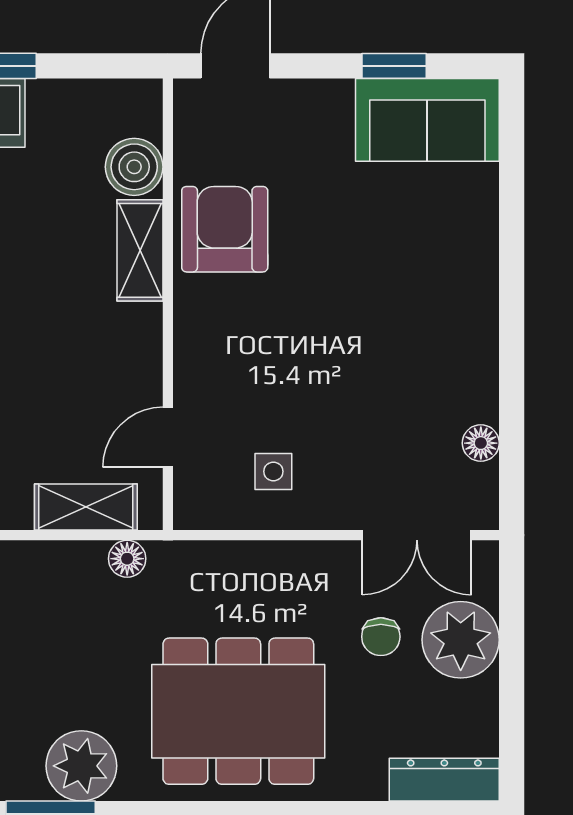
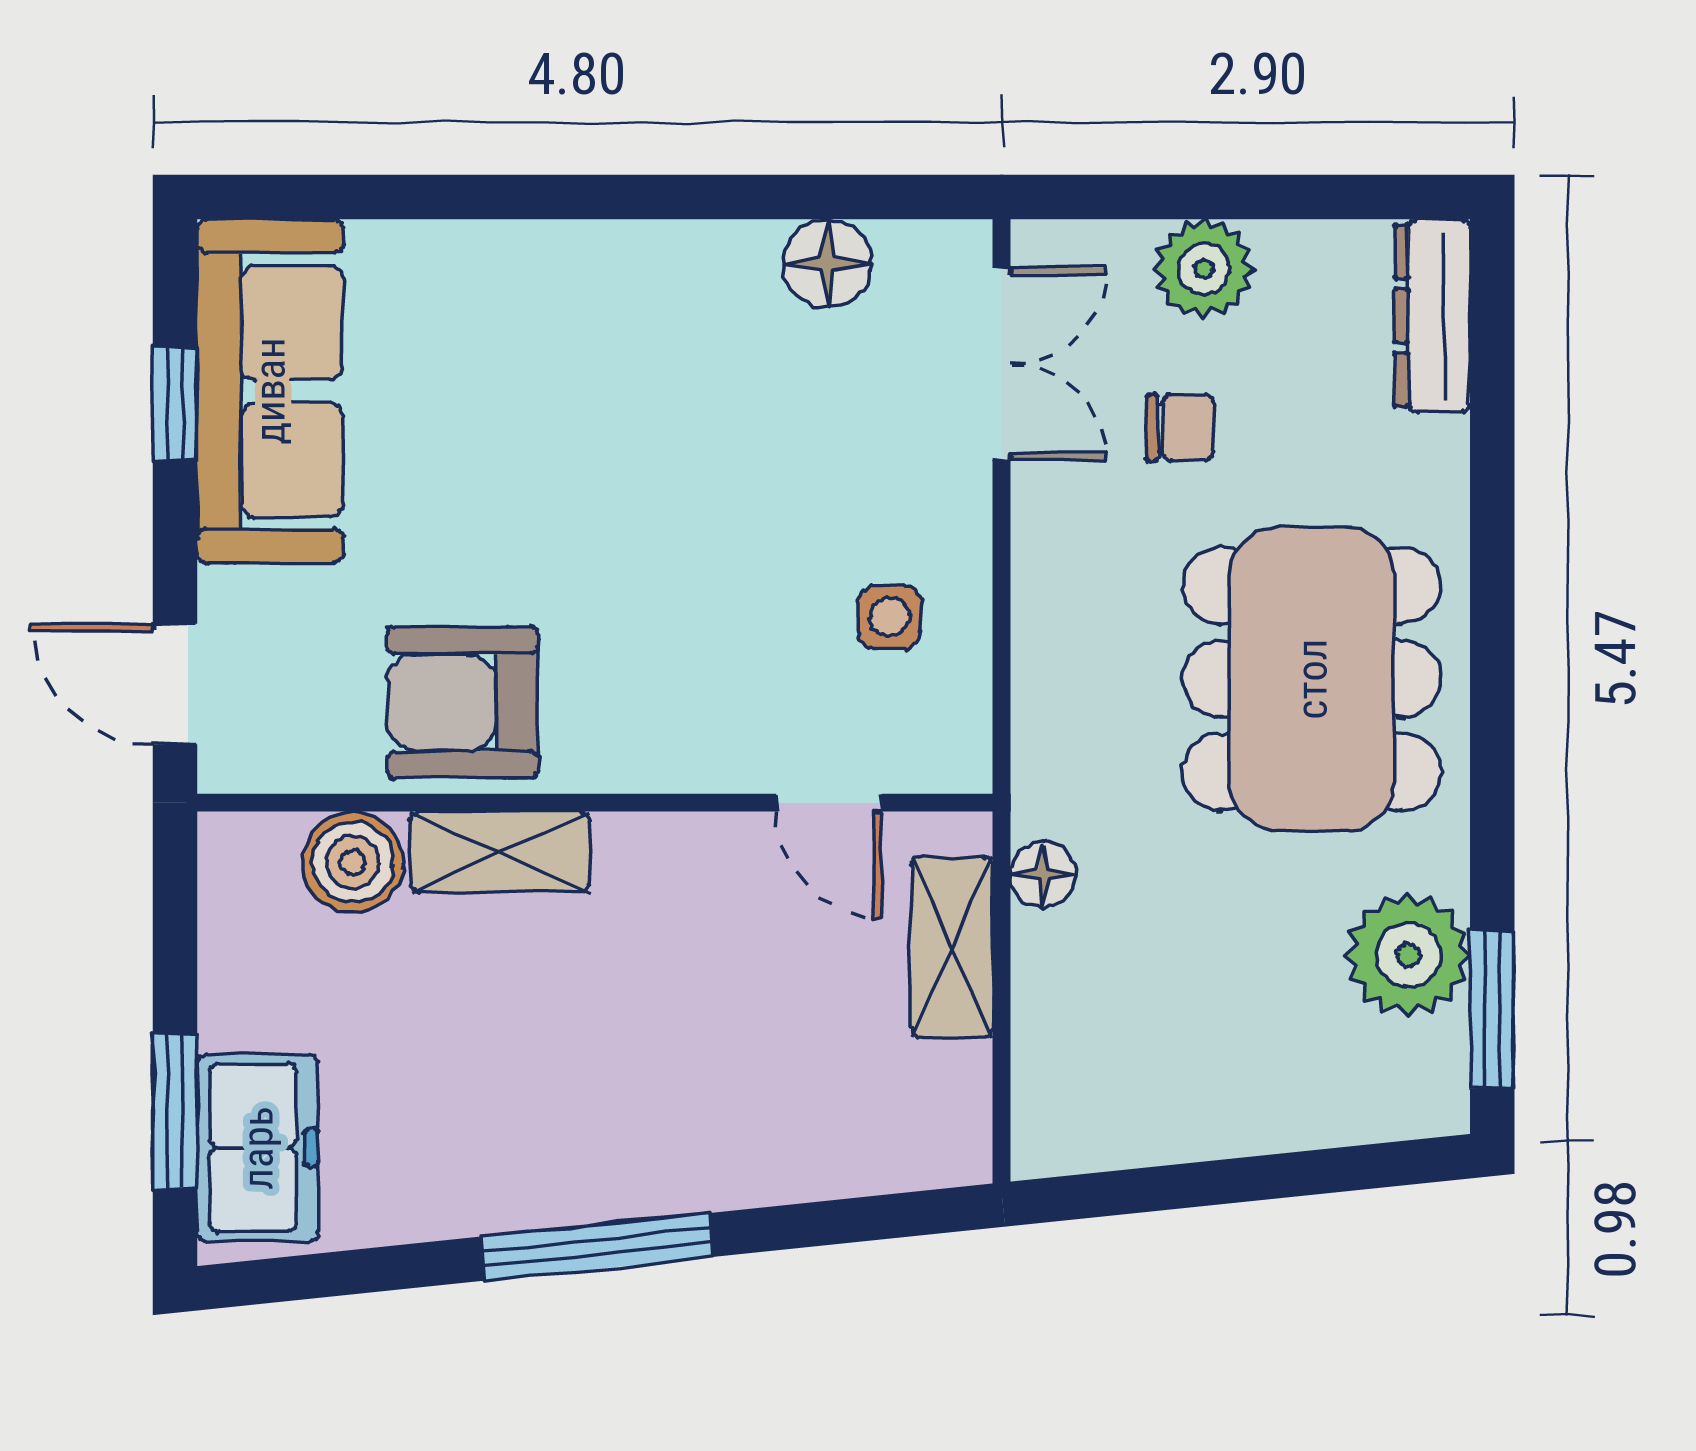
sofa: (427, 120) -> (270, 391), width x1.36
floor lamp: (481, 443) -> (827, 263), width x1.37, depth x1.37
plant: (461, 640) -> (1204, 269), width x0.73, depth x0.73

